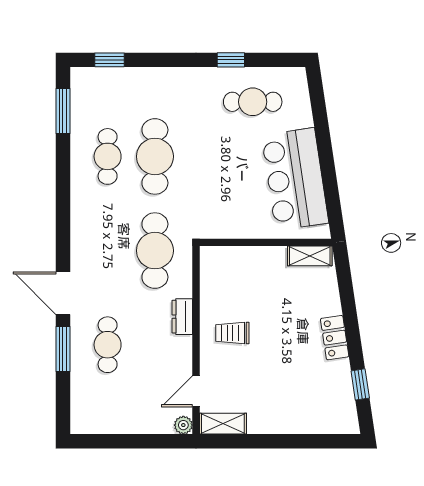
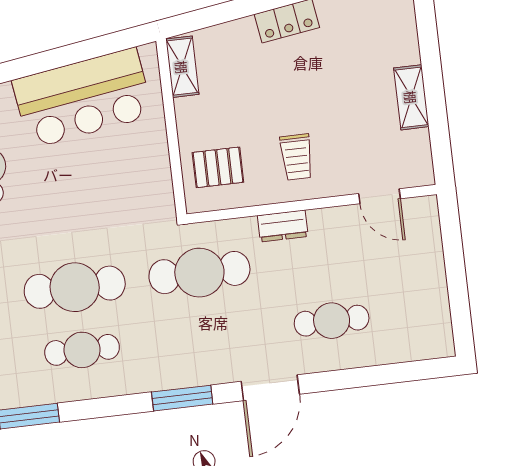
pallet: (232, 274) -> (218, 167), added
window: (63, 349) -> (182, 398), moved
shelving: (223, 424) -> (411, 97), moved
plant: (183, 425) -> (426, 208), removed

